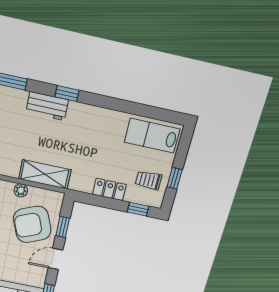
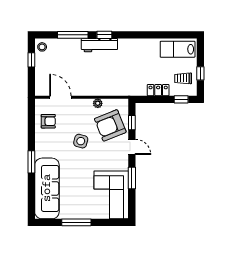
window: (67, 94) -> (104, 35), moved
workbench: (47, 106) -> (99, 45), width x1.38
shelving: (45, 174) -> (112, 89), removed
door: (56, 259) -> (132, 147), swing flipped

